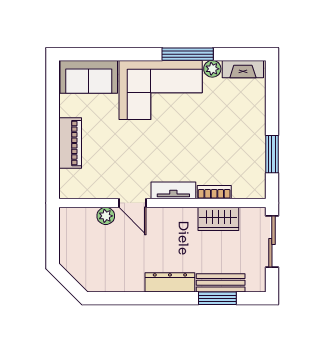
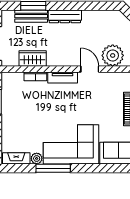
plant: (106, 216) -> (113, 55), width x1.87, depth x1.87

